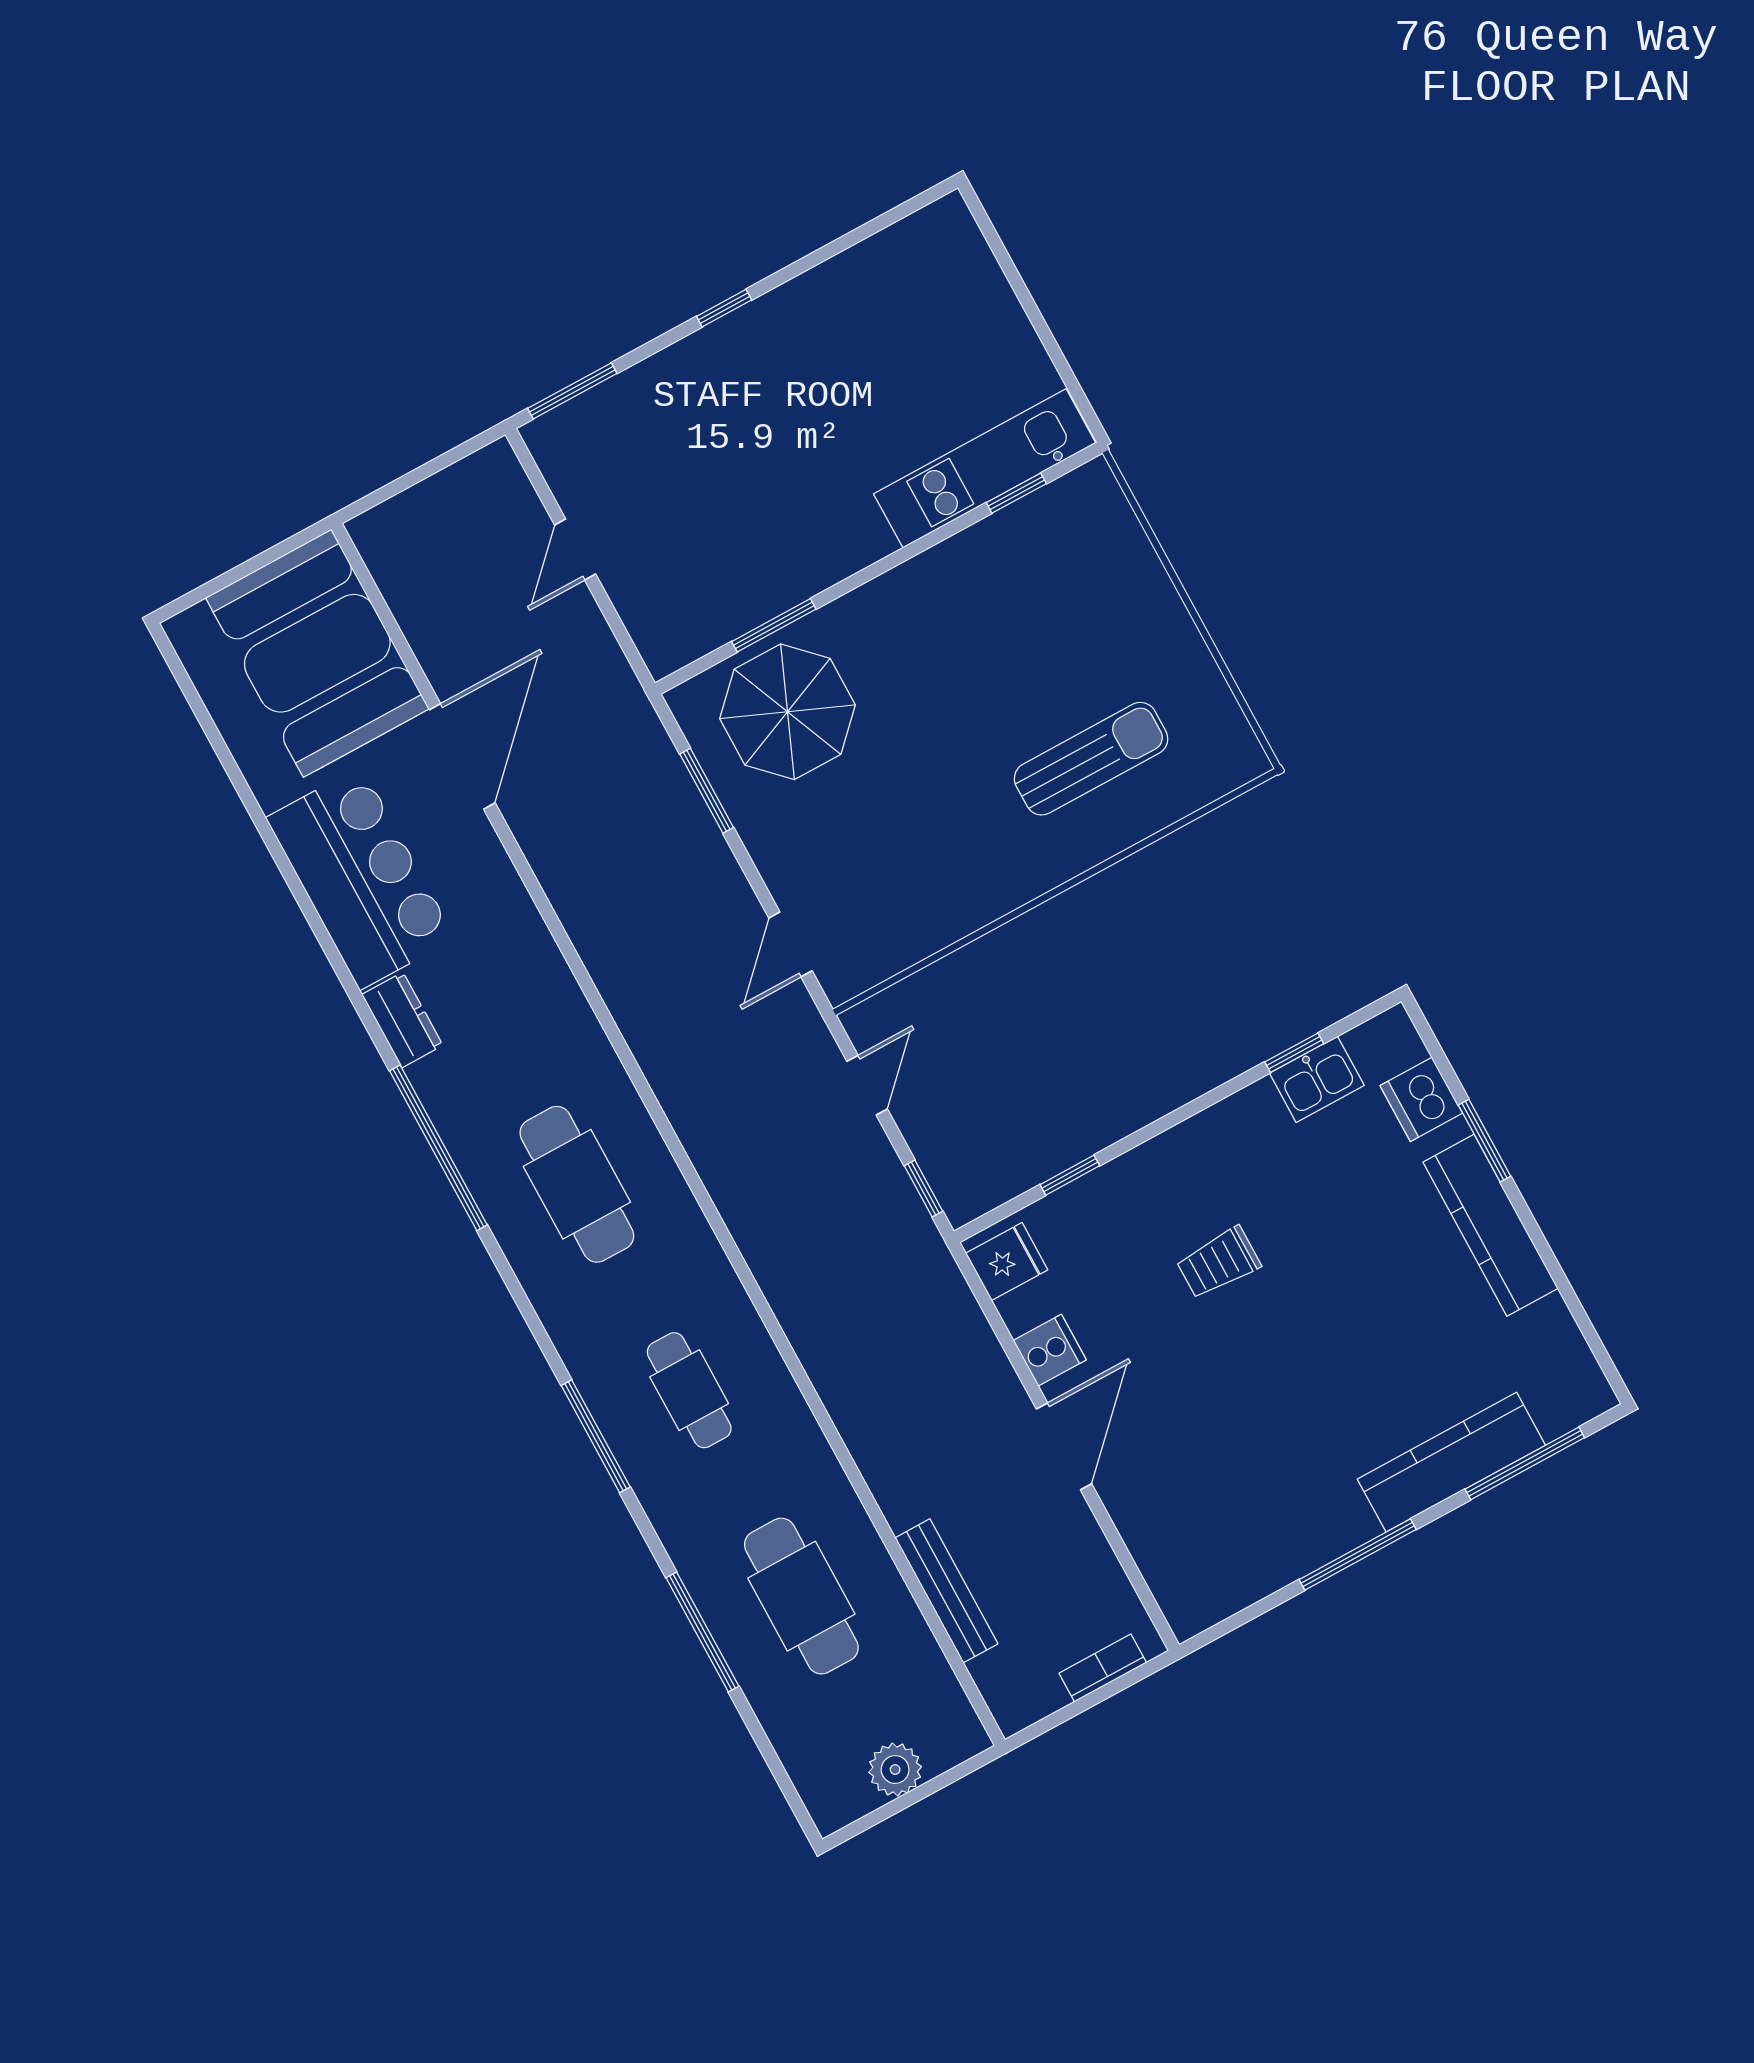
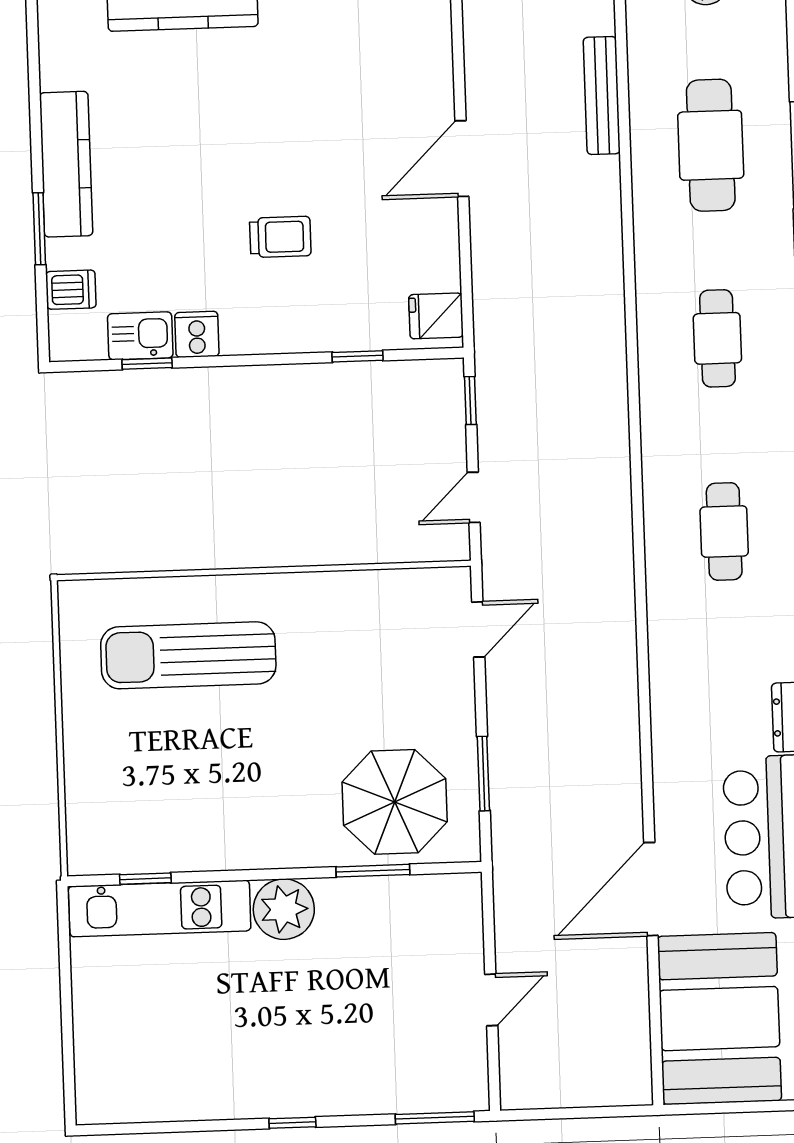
plant: (849, 535) -> (284, 909), added
sun lounger: (1091, 759) -> (188, 655), width x1.36, depth x1.34
dishwasher: (1421, 1099) -> (71, 290), width x0.73
cafe table: (577, 1184) -> (724, 531), width x0.73, depth x0.74
cooker: (1050, 1350) -> (197, 334), moved, turned 90

